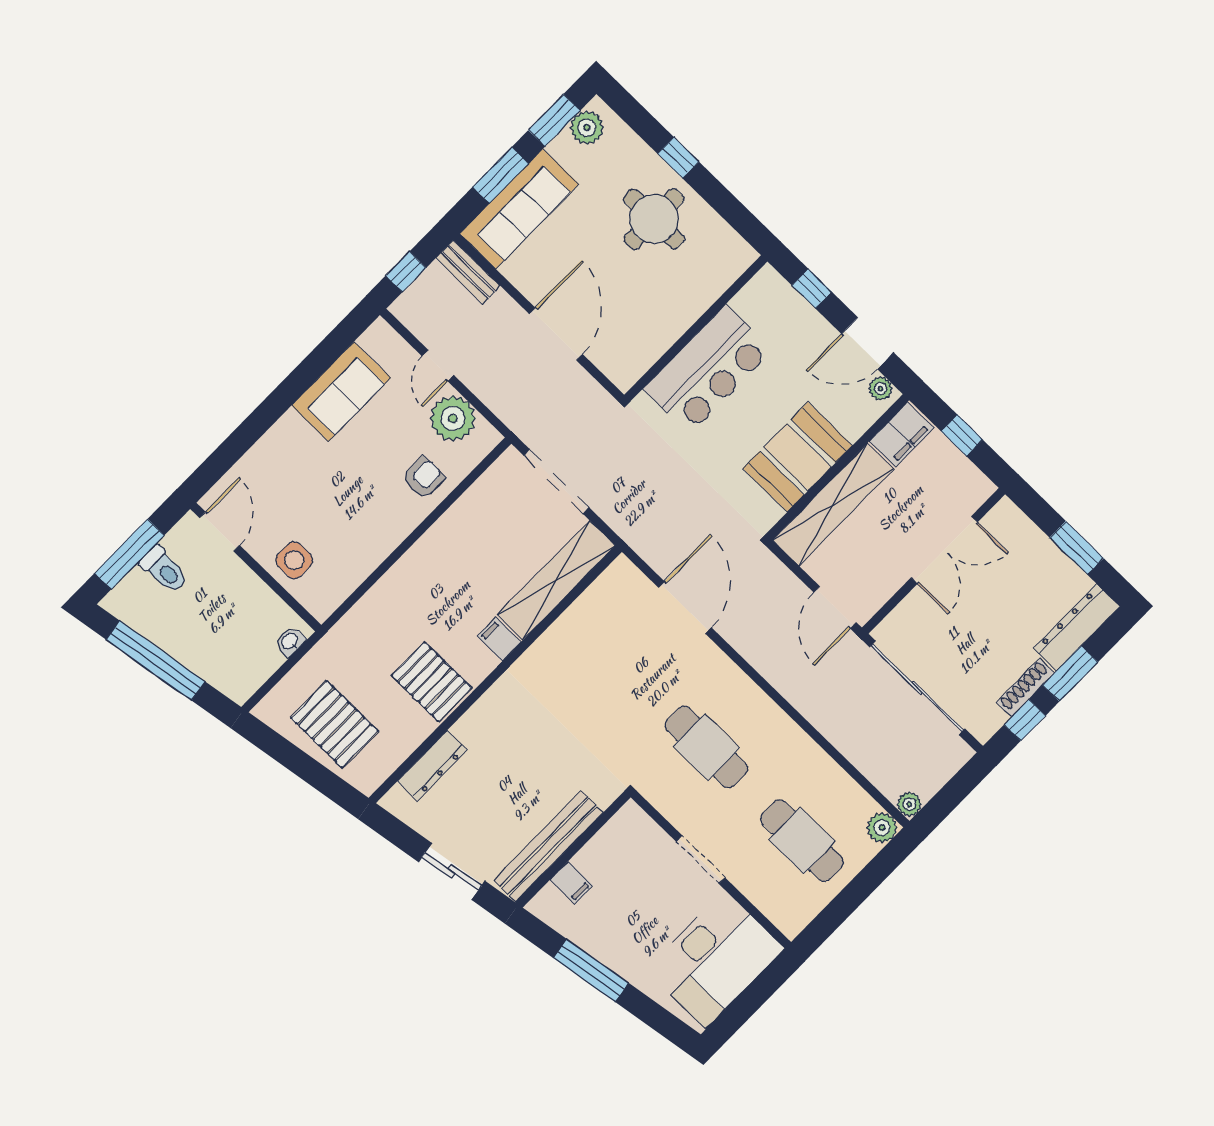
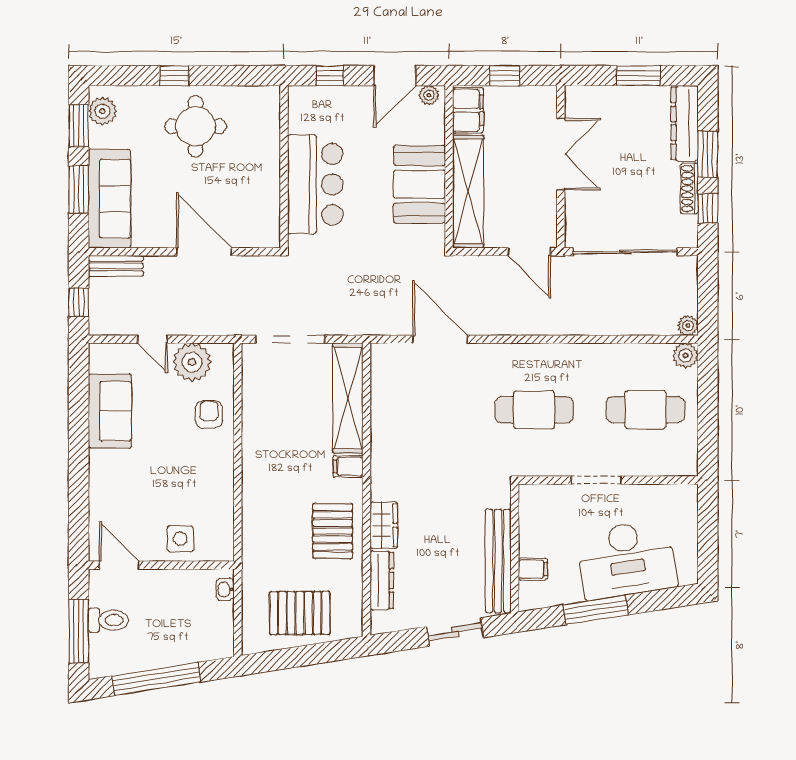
pallet: (432, 682) -> (333, 531), turned 90
wardrobe: (480, 720) -> (384, 525), added
desk: (715, 959) -> (627, 559), moved, turned 81

